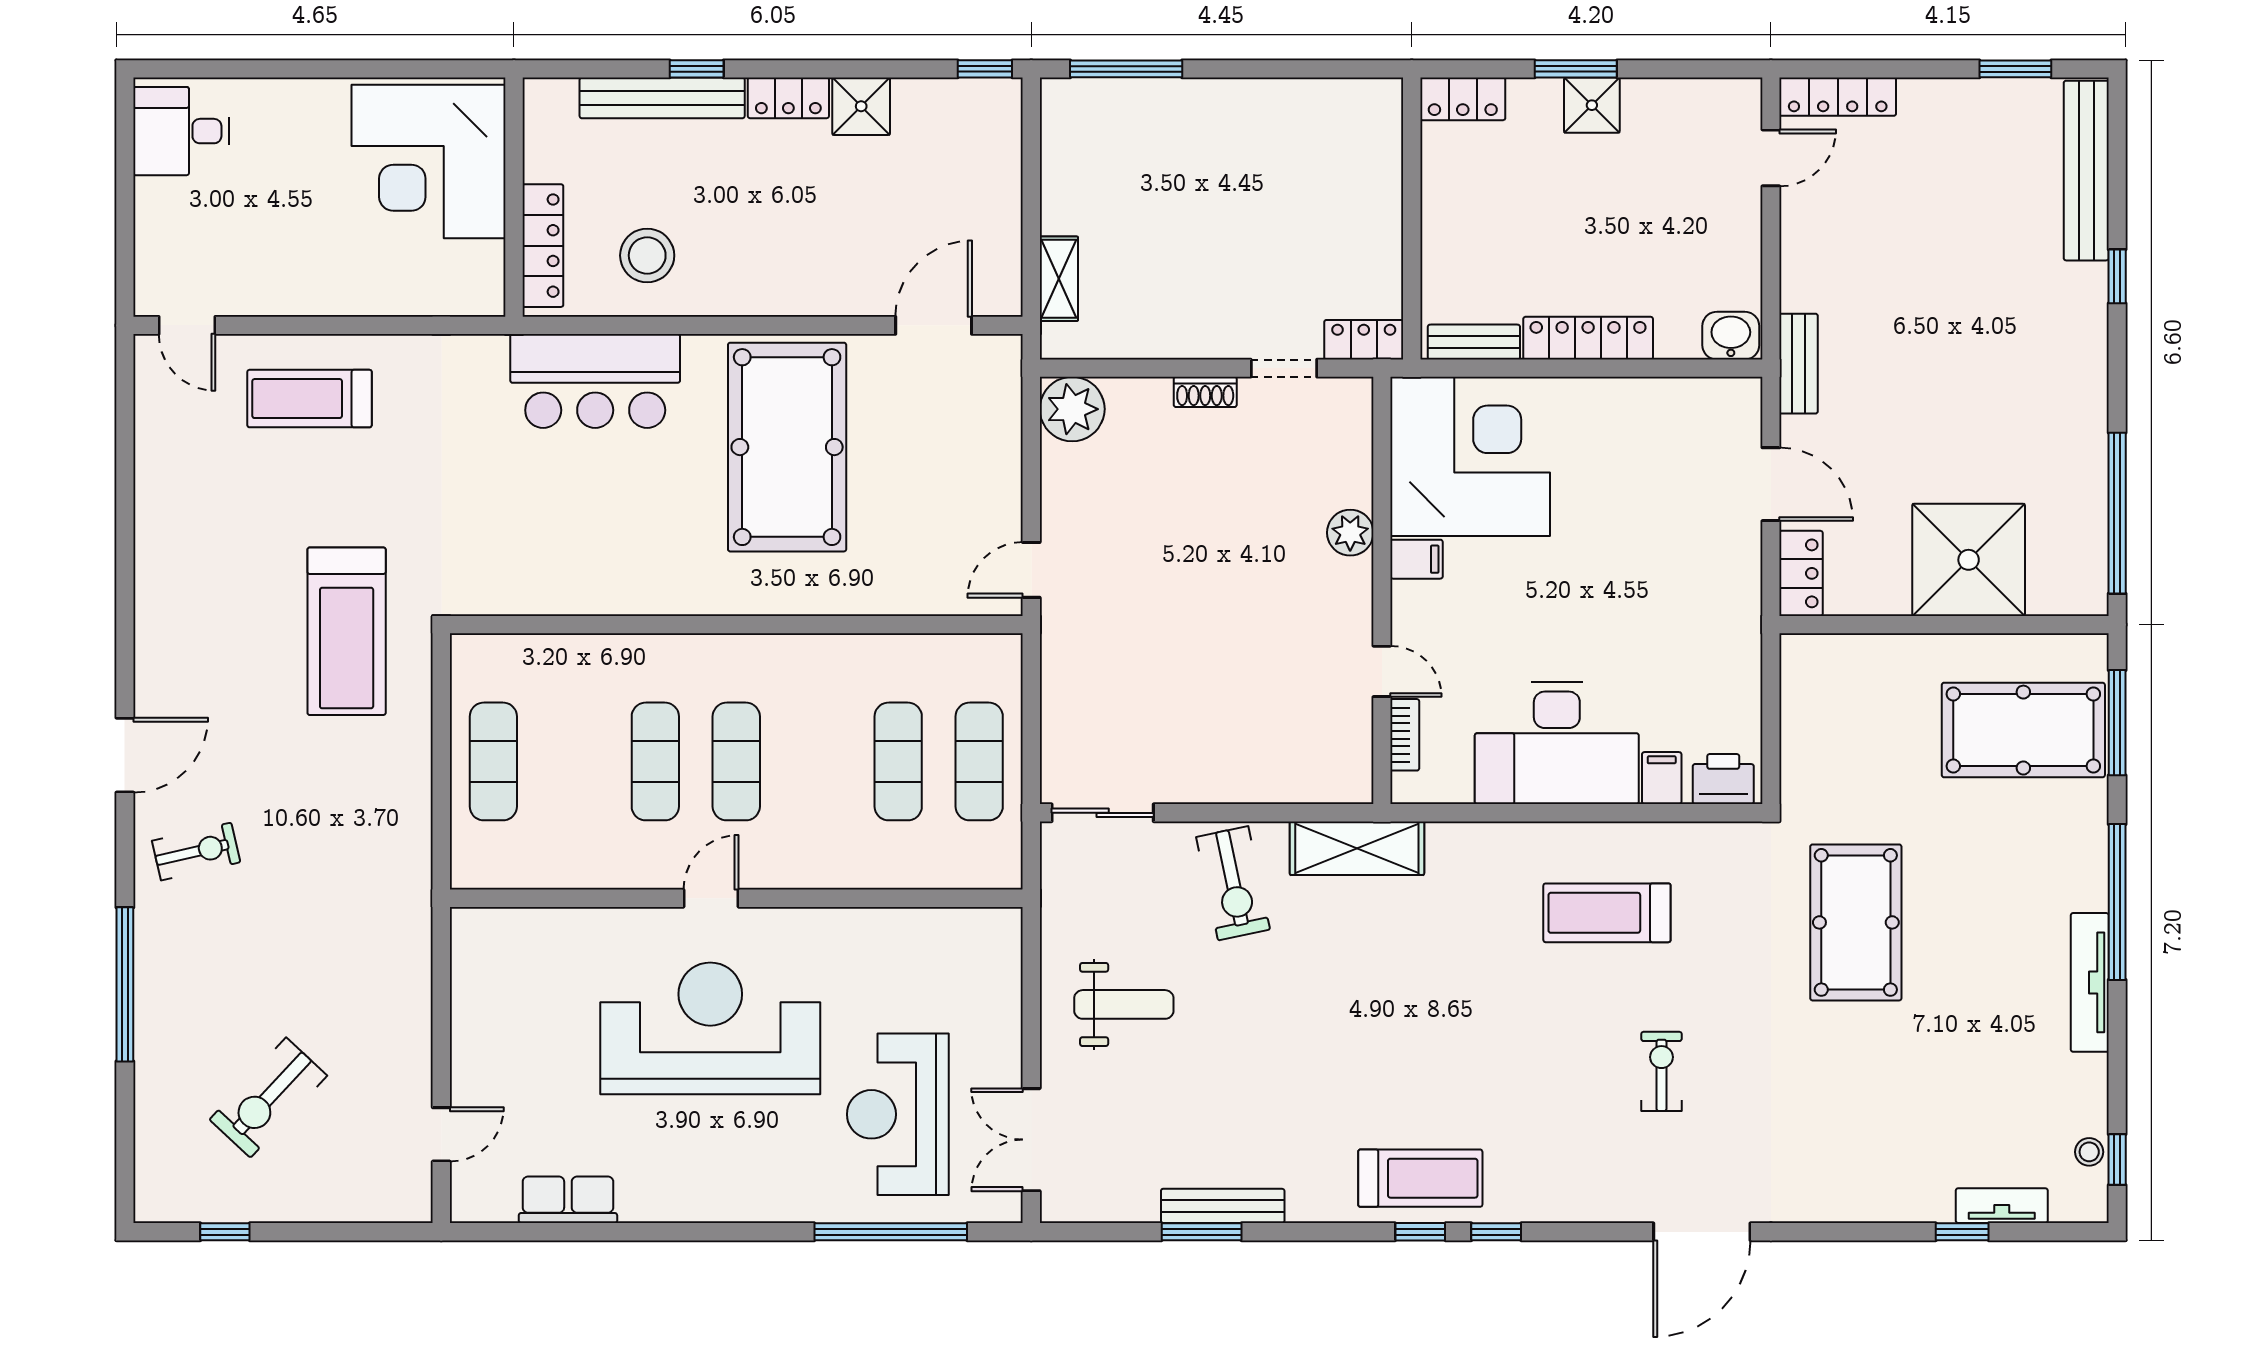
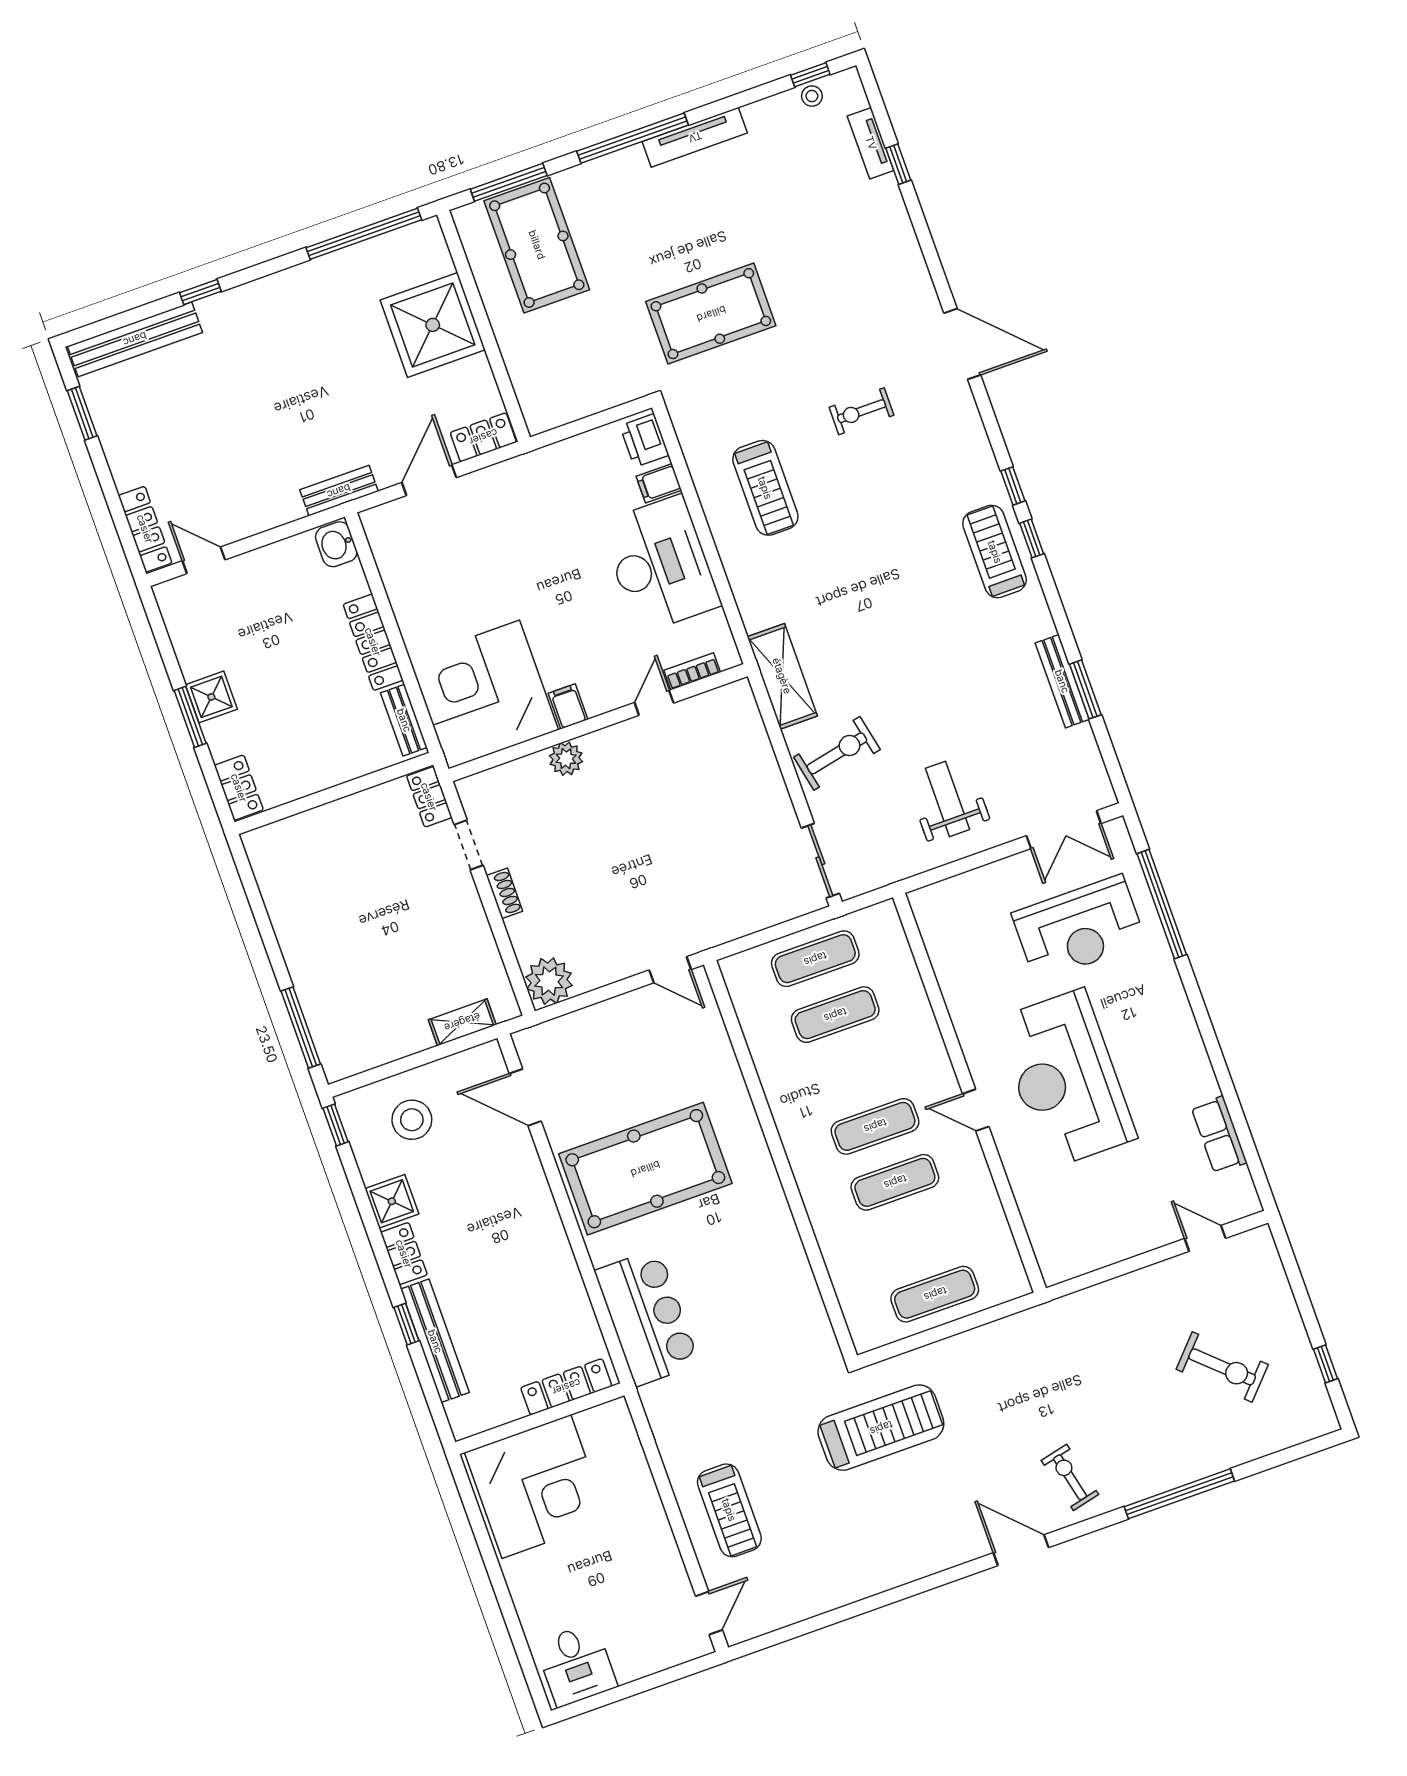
stool: (647, 255) -> (412, 1120), moved

